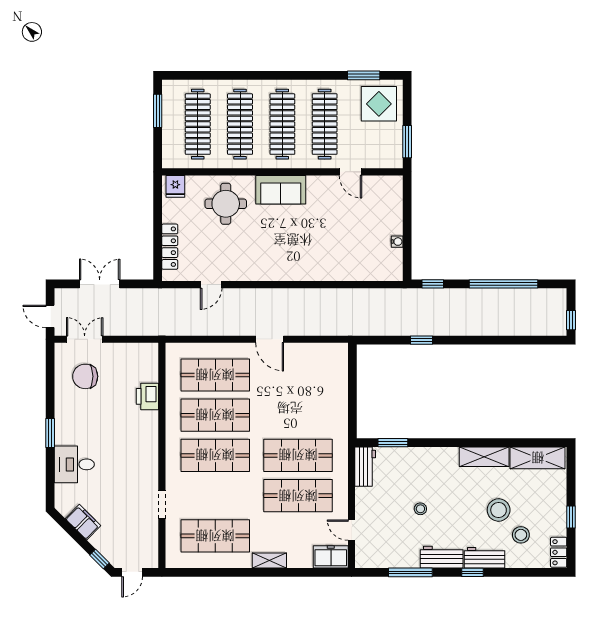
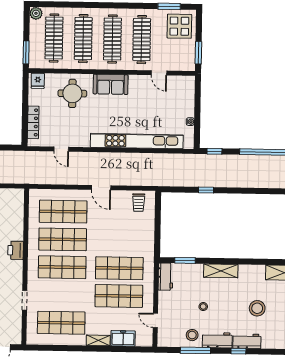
plant: (171, 89) -> (36, 13), added
window: (158, 111) -> (26, 52), moved
kitchen unit: (320, 271) -> (137, 141), added
door: (211, 285) -> (61, 149), hinge flipped
trolley: (324, 360) -> (139, 203), added
printer: (147, 396) -> (16, 250), moved
shelving: (484, 457) -> (221, 271), moved
stool: (521, 535) -> (192, 335), moved
freezer: (331, 557) -> (123, 338), moved

